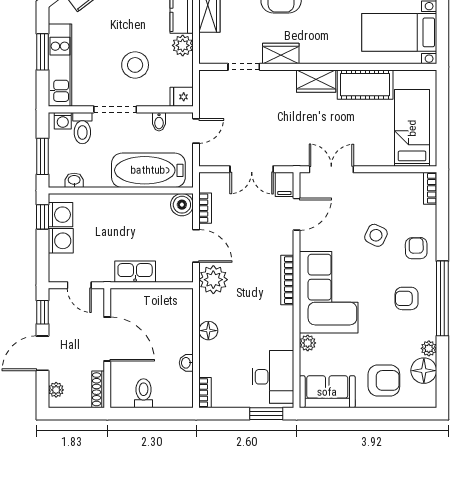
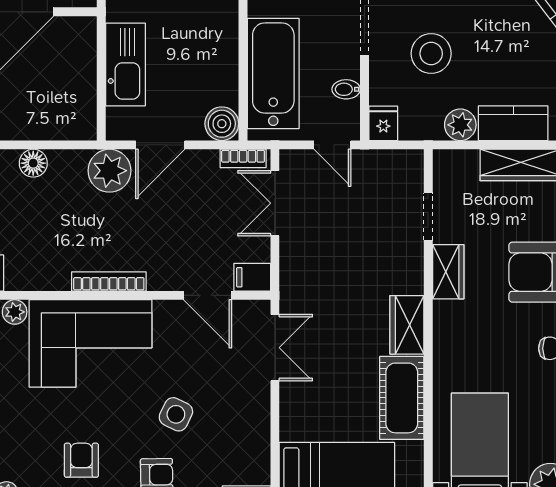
double door: (252, 169) -> (275, 203), moved
bookcase: (205, 208) -> (243, 158), moved
kitchen sink: (135, 272) -> (125, 64), width x1.36, depth x1.24

